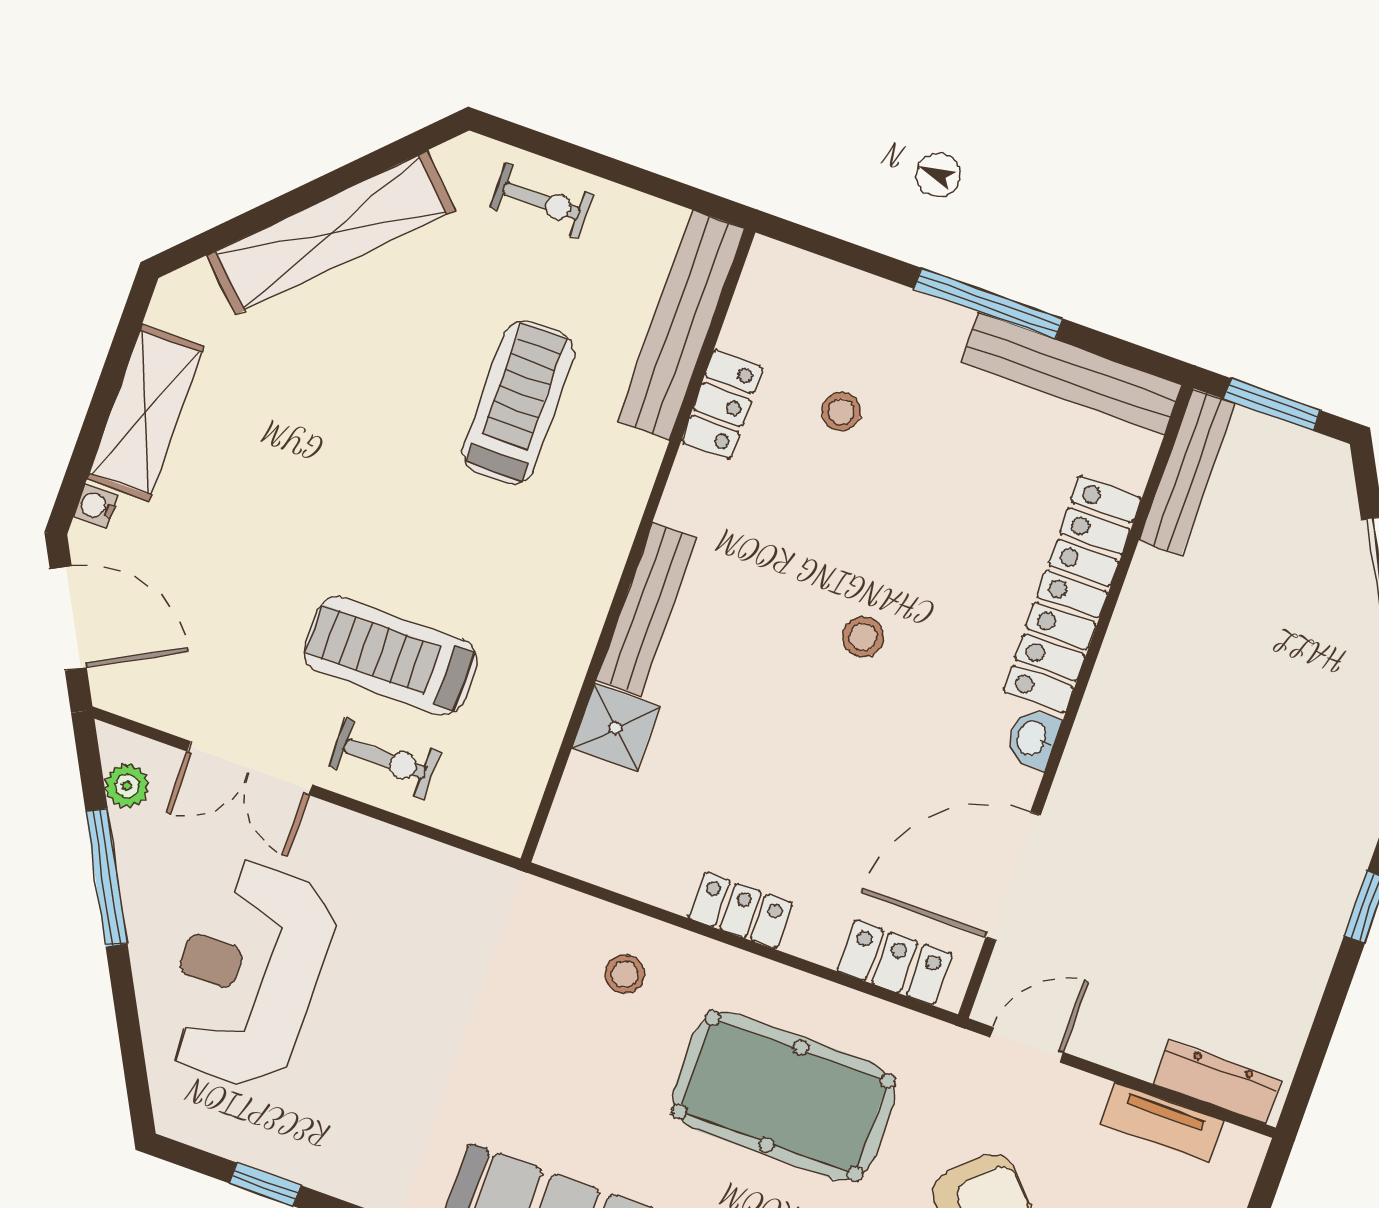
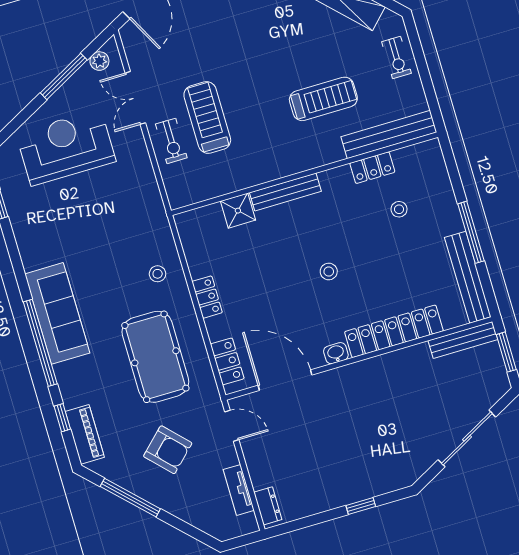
dresser: (1217, 1082) -> (268, 506), width x0.70

